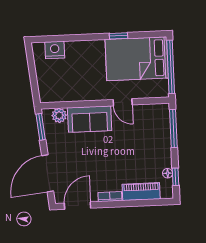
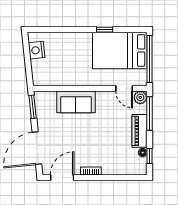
nightstand: (55, 50) -> (37, 50), moved, turned -96
door: (123, 102) -> (124, 88), moved
plant: (59, 115) -> (140, 97), moved
piano: (141, 192) -> (140, 131), moved, turned -90

